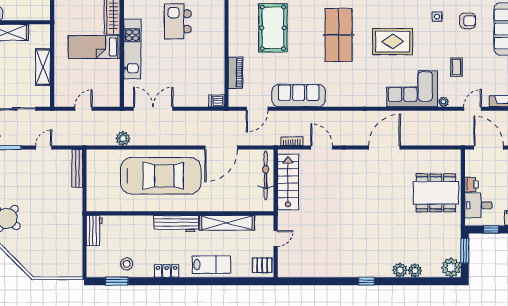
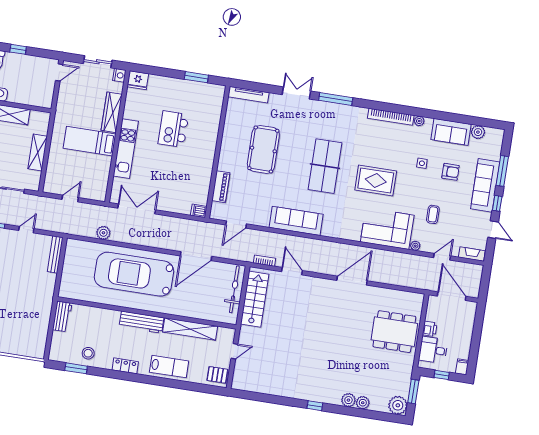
sofa: (299, 96) -> (296, 221), moved
car: (161, 176) -> (134, 274), turned 180

